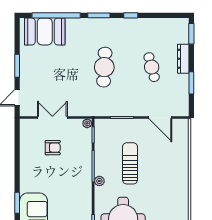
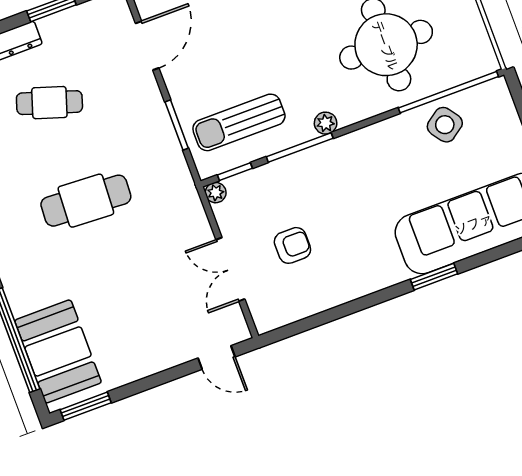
window: (17, 66) -> (86, 406), moved
cafe table: (152, 67) -> (49, 103), turned 33
armchair: (53, 148) -> (292, 245), turned 90
sun lounger: (130, 163) -> (239, 122), moved

